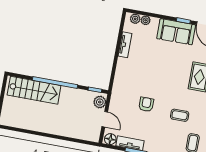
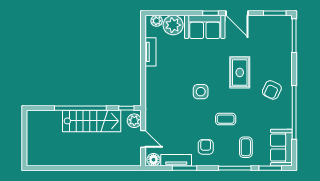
plant: (146, 20) -> (173, 25), width x1.88, depth x1.88
side table: (162, 87) -> (201, 92), added
stairs: (34, 90) -> (92, 121), moved
armchair: (146, 104) -> (206, 147), moved

